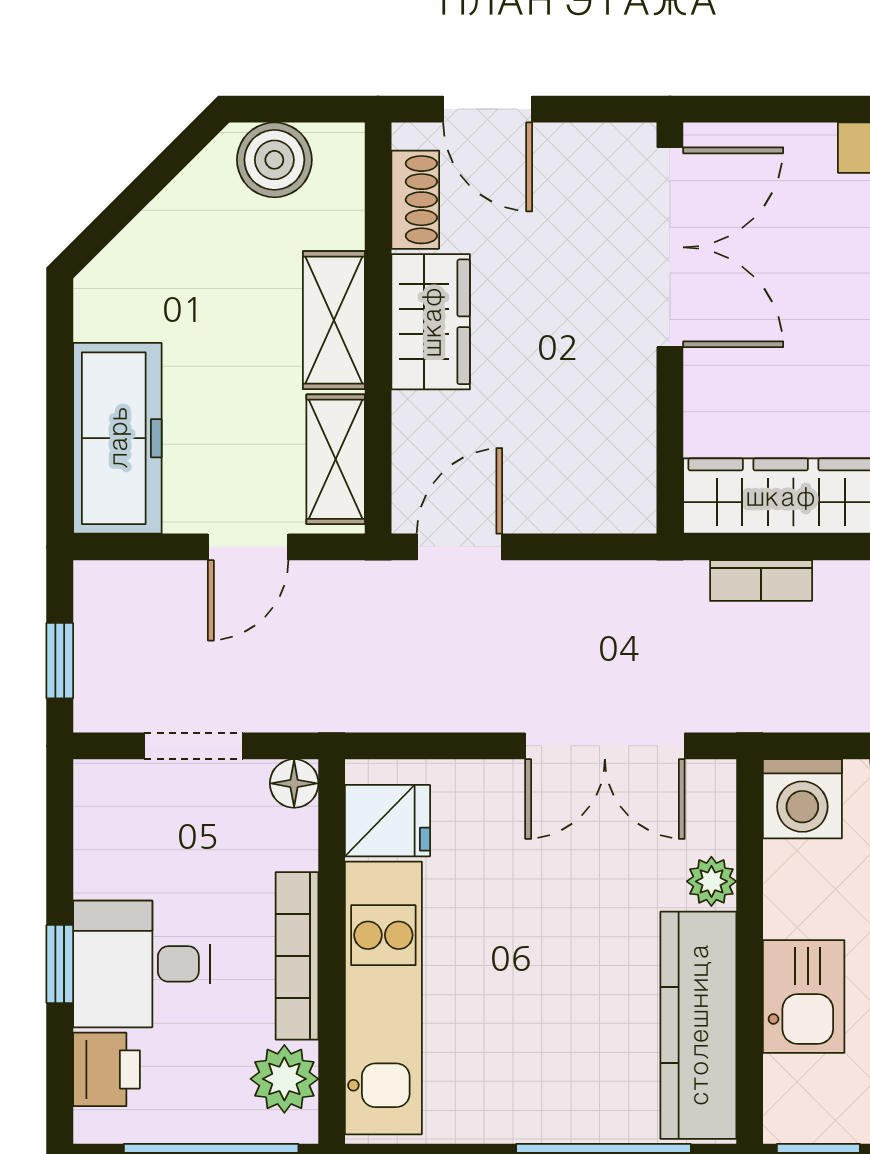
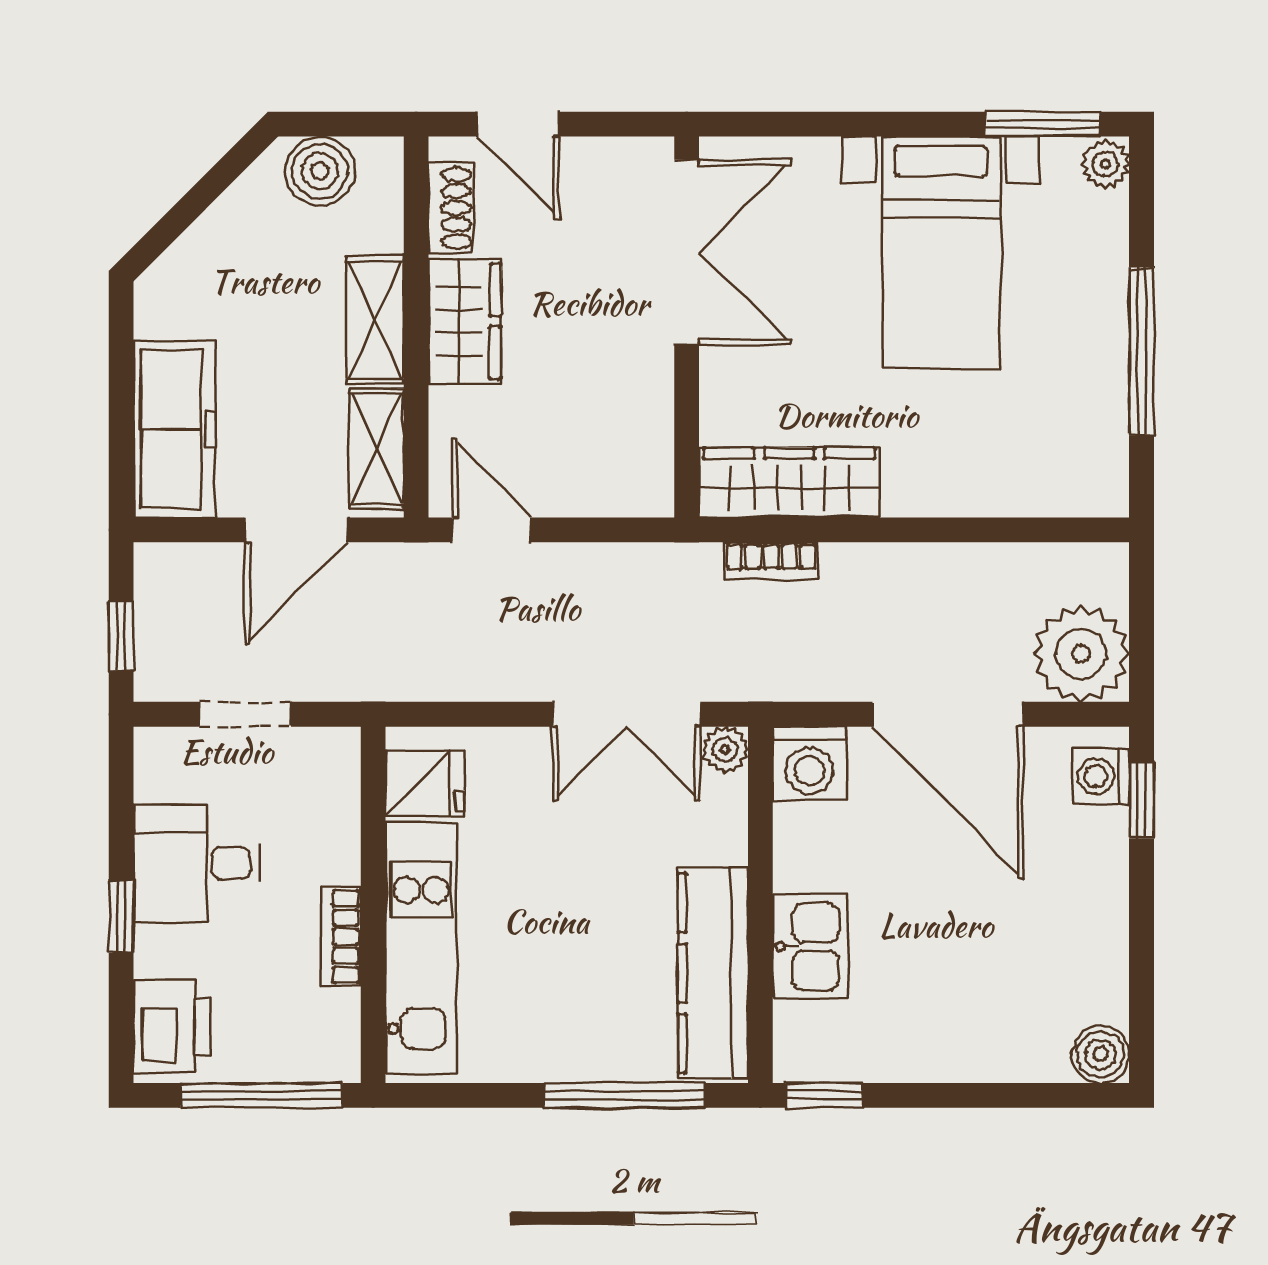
door: (248, 547) -> (296, 530), width x1.38
door: (459, 547) -> (492, 530), hinge flipped
floor lamp: (294, 783) -> (338, 749), removed
plant: (711, 881) -> (725, 750), moved
bookcase: (297, 956) -> (341, 937), width x0.64
desk: (141, 964) -> (197, 863), moved
printer: (106, 1069) -> (172, 1027), width x1.36, depth x1.24
plant: (284, 1079) -> (329, 1023), removed

